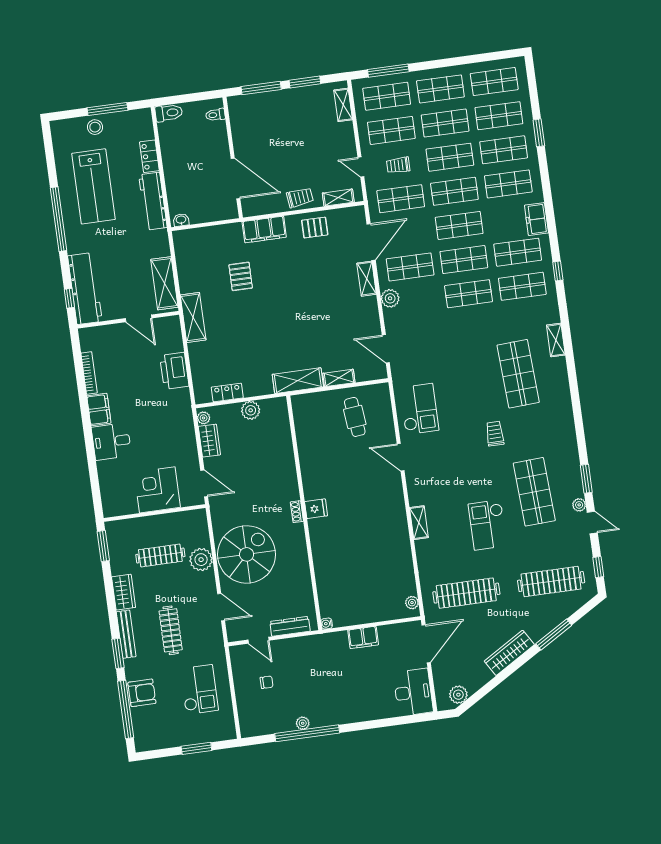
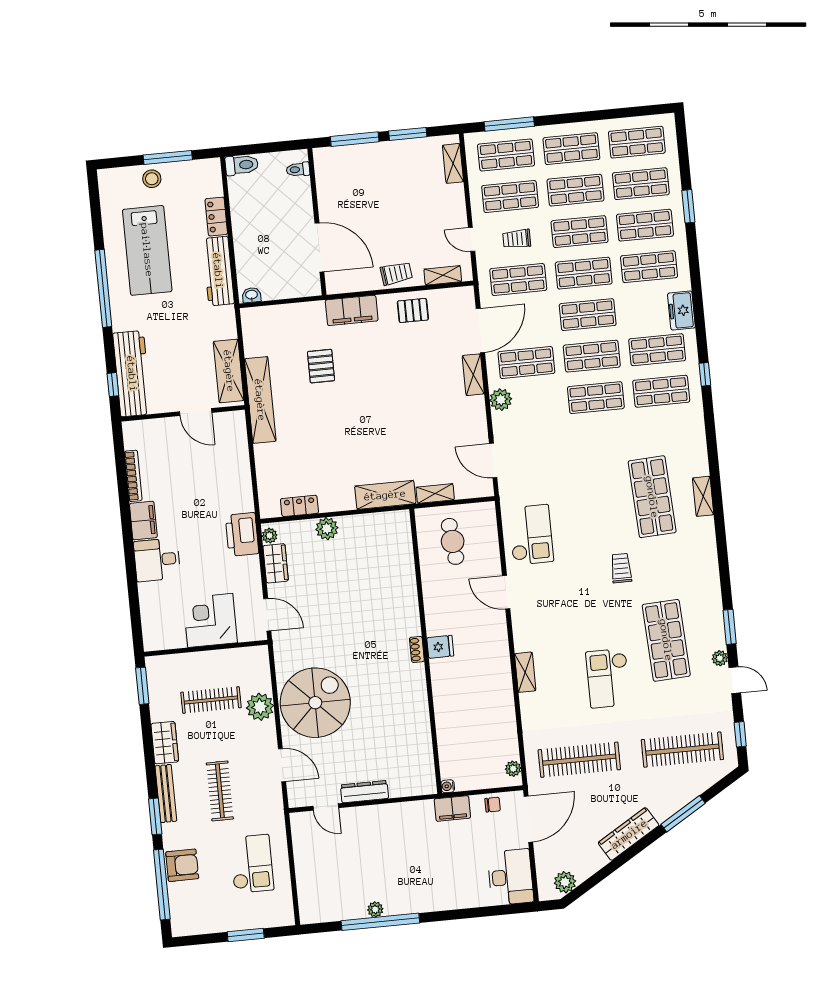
shelving: (193, 317) -> (260, 400), width x1.47
shelving: (556, 340) -> (703, 496), moved
printer: (174, 371) -> (242, 534), moved
fridge: (316, 509) -> (440, 647), moved
shoe rack: (297, 512) -> (417, 649), moved
wall: (304, 513) -> (426, 651), moved
water cooler: (327, 624) -> (448, 786), moved
chair: (267, 682) -> (493, 805), moved

